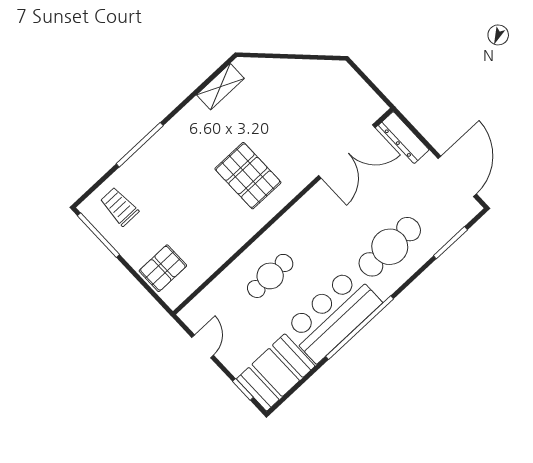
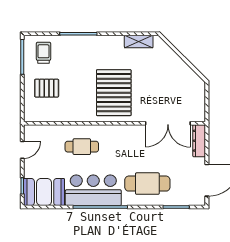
pallet: (248, 176) -> (114, 93), width x1.37, depth x1.41
pallet: (163, 268) -> (47, 88), moved

